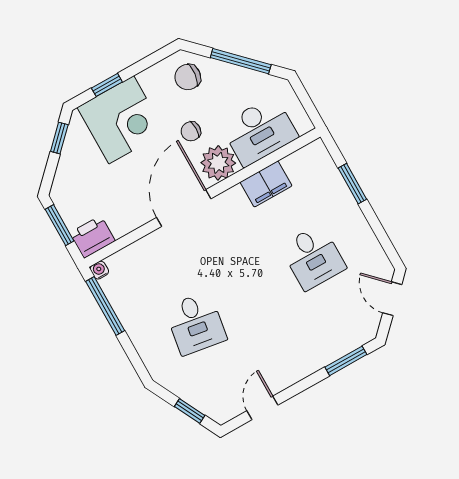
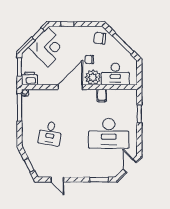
corner desk: (121, 120) -> (48, 47), moved, turned -45
filing cabinet: (266, 184) -> (102, 96), width x0.50
desk: (313, 257) -> (109, 133), width x1.87, depth x1.30
door: (262, 408) -> (57, 180), swing flipped

